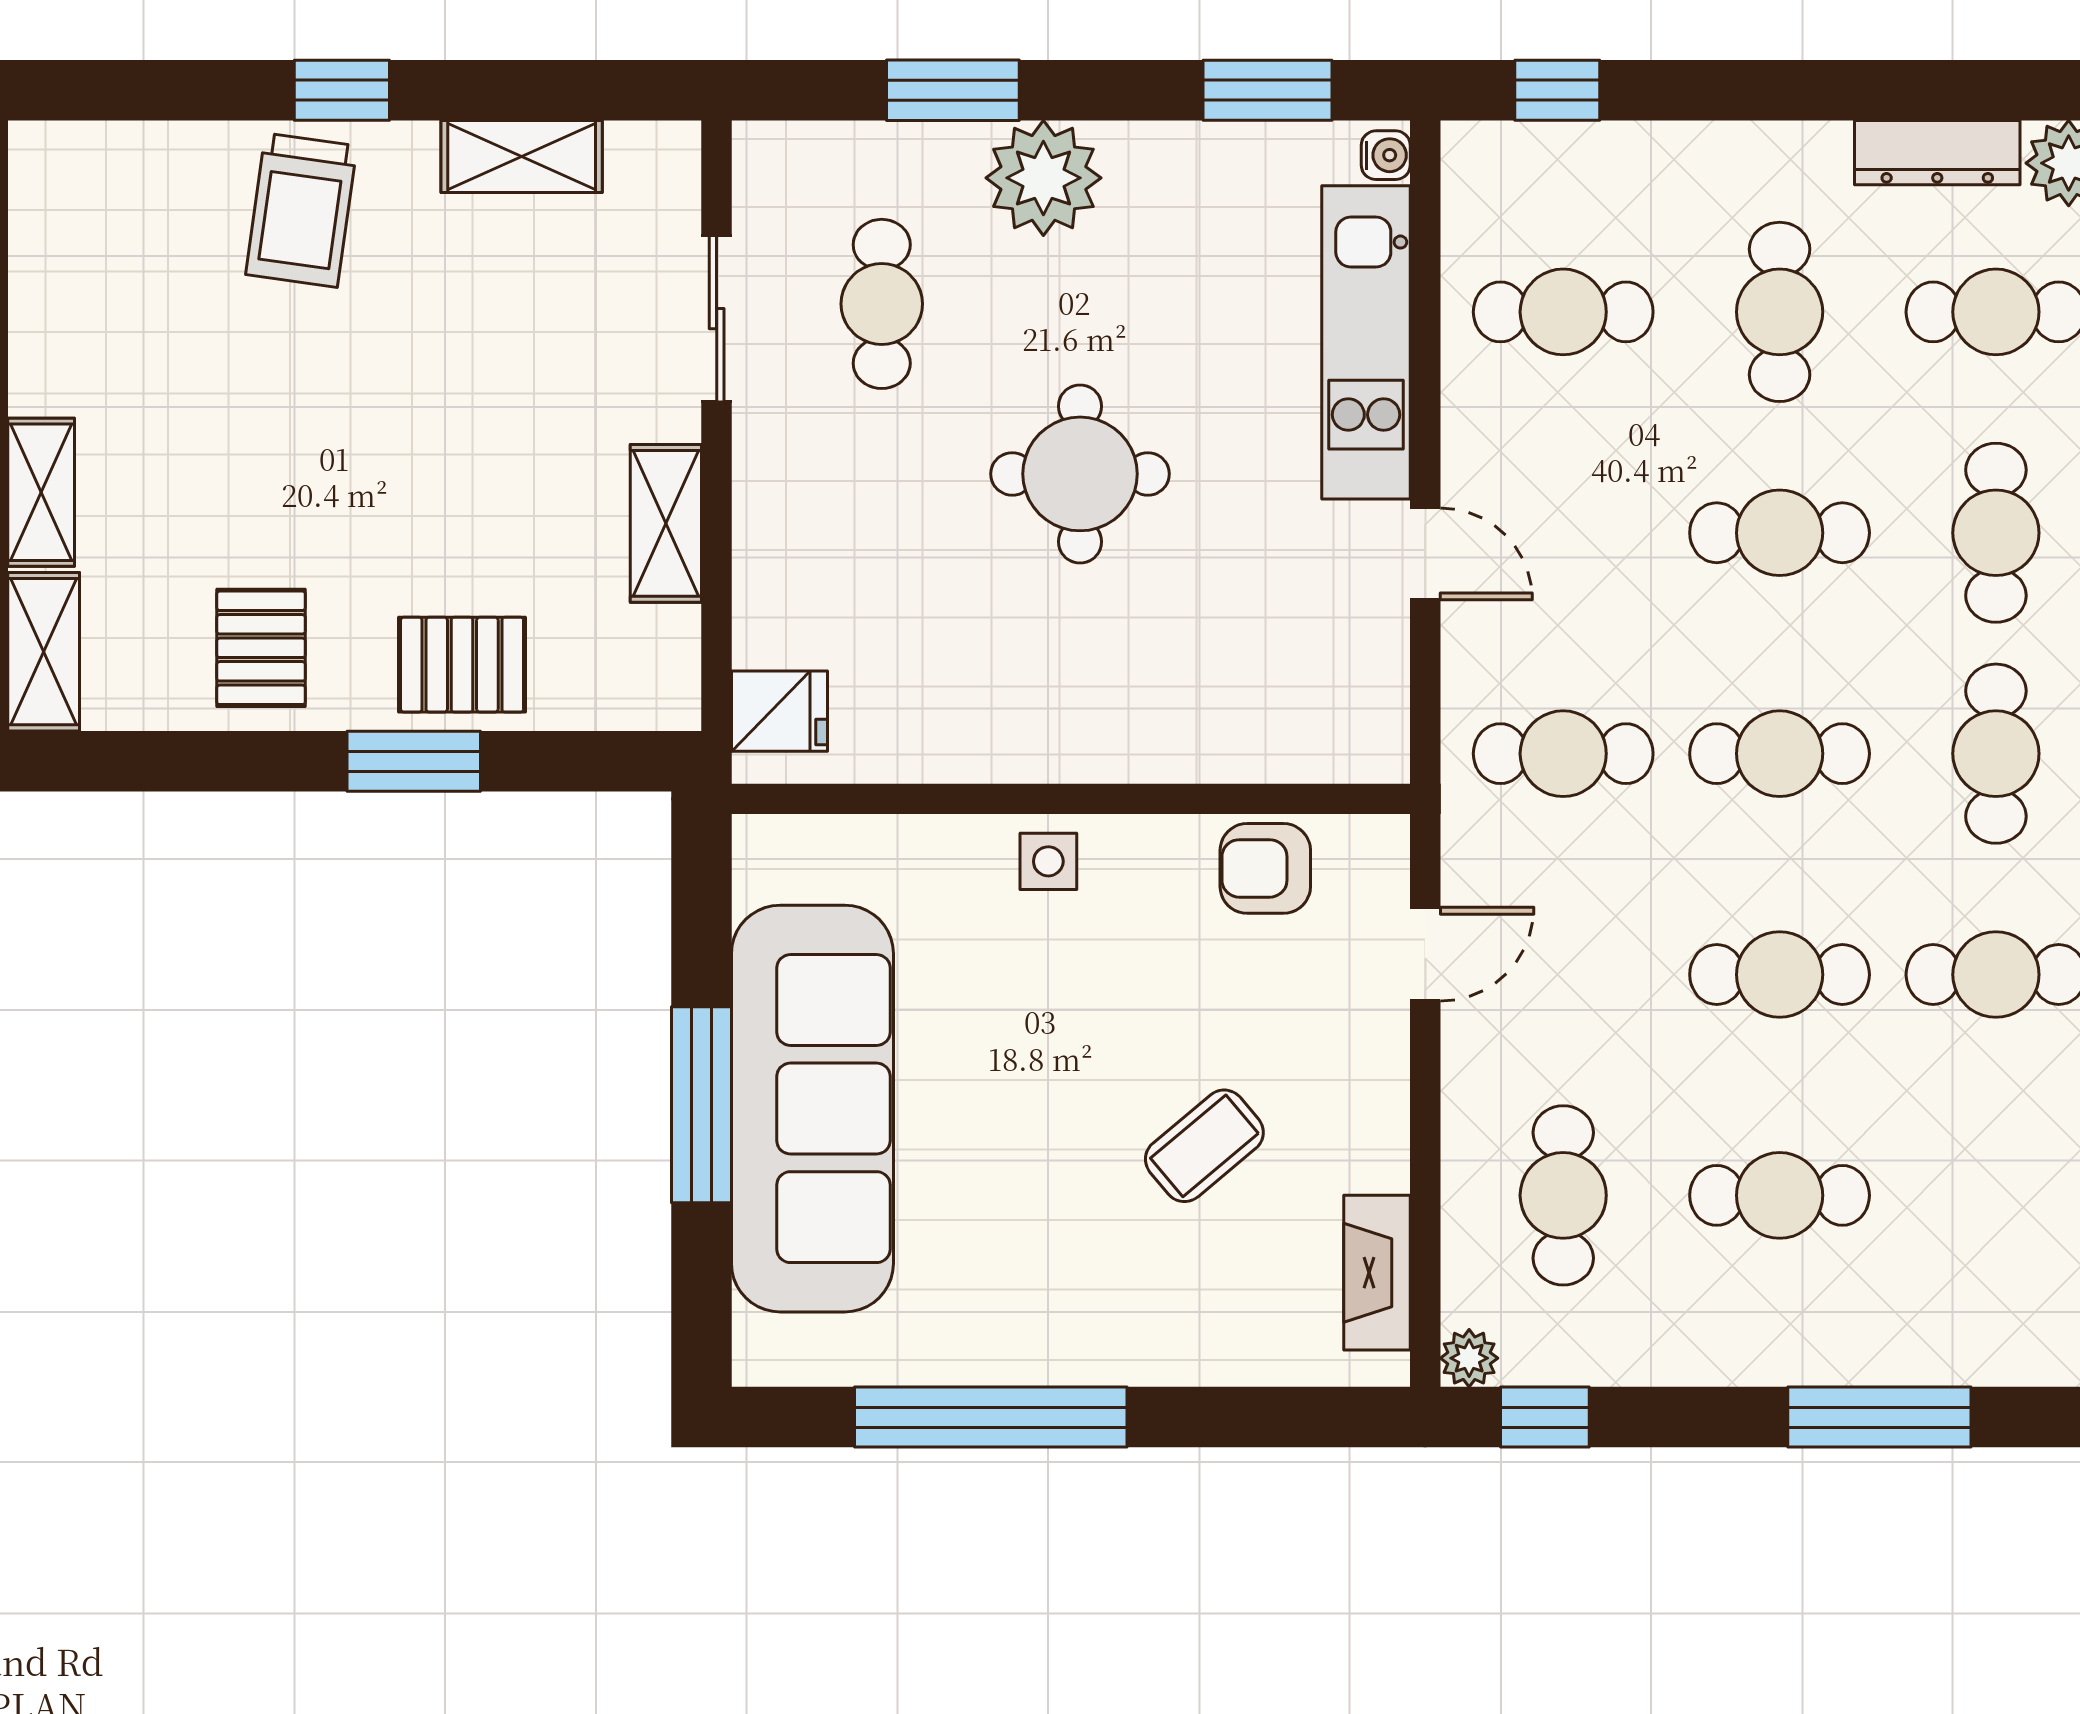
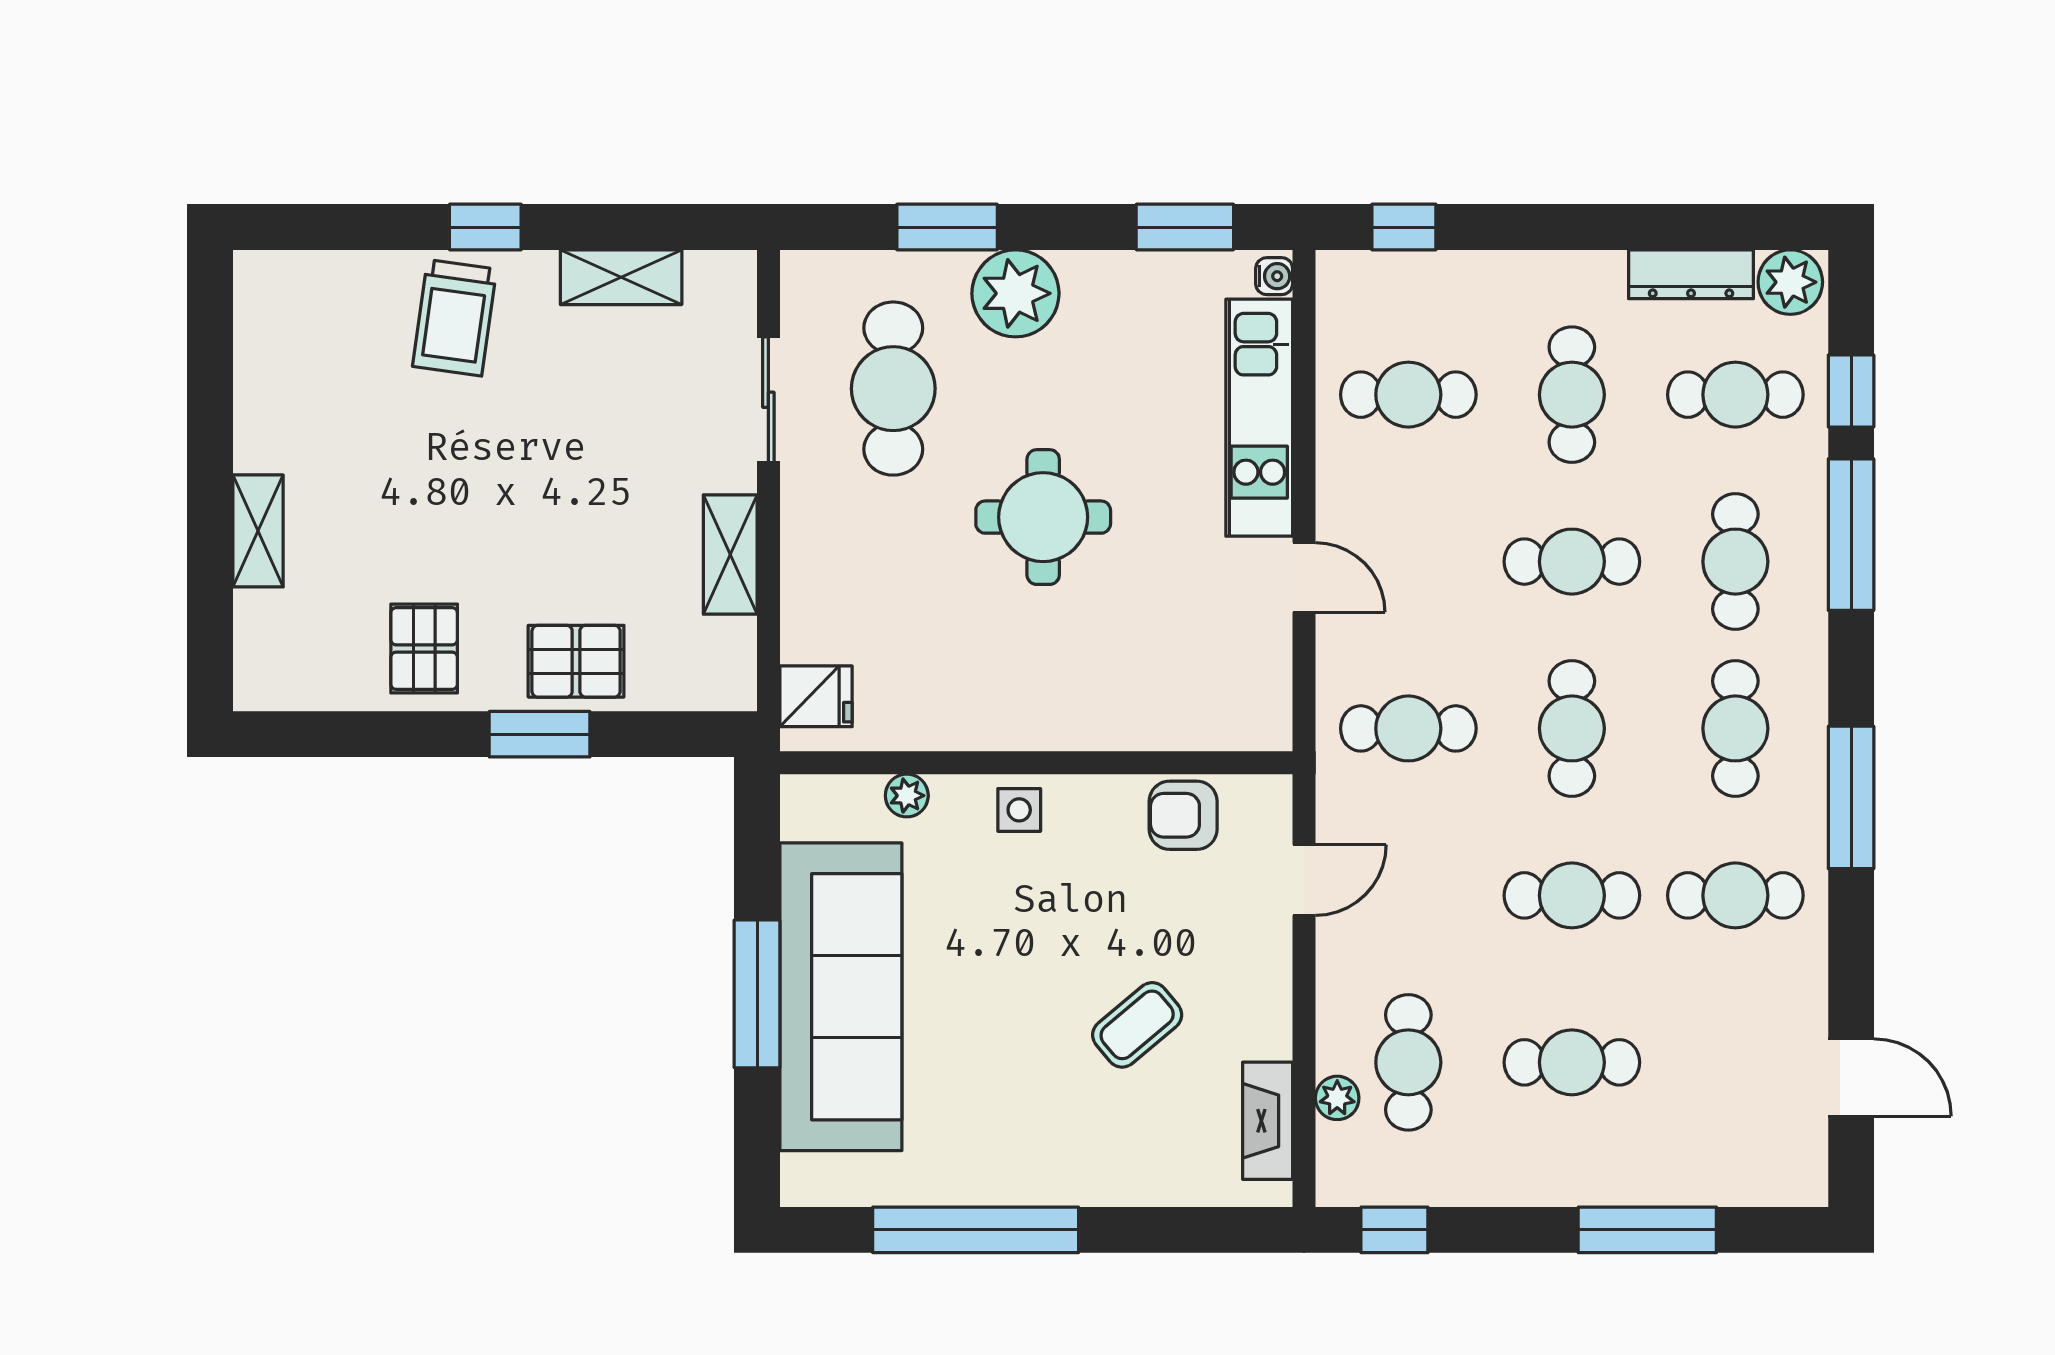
cafe table: (882, 304) -> (893, 389), width x1.37, depth x1.35
shelving: (44, 652) -> (260, 651), removed
cafe table: (1780, 754) -> (1572, 728), turned 90
plant: (900, 842) -> (907, 796), added
plant: (1469, 1358) -> (1337, 1098), moved

